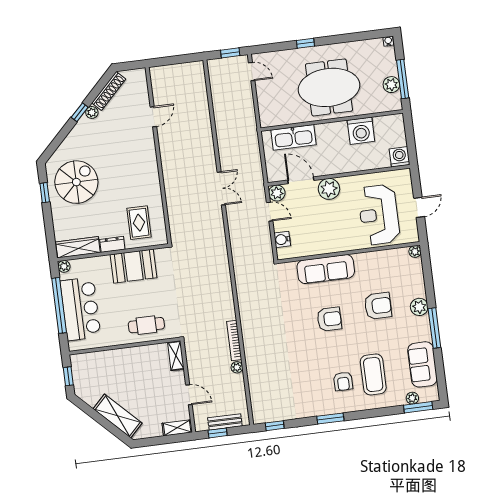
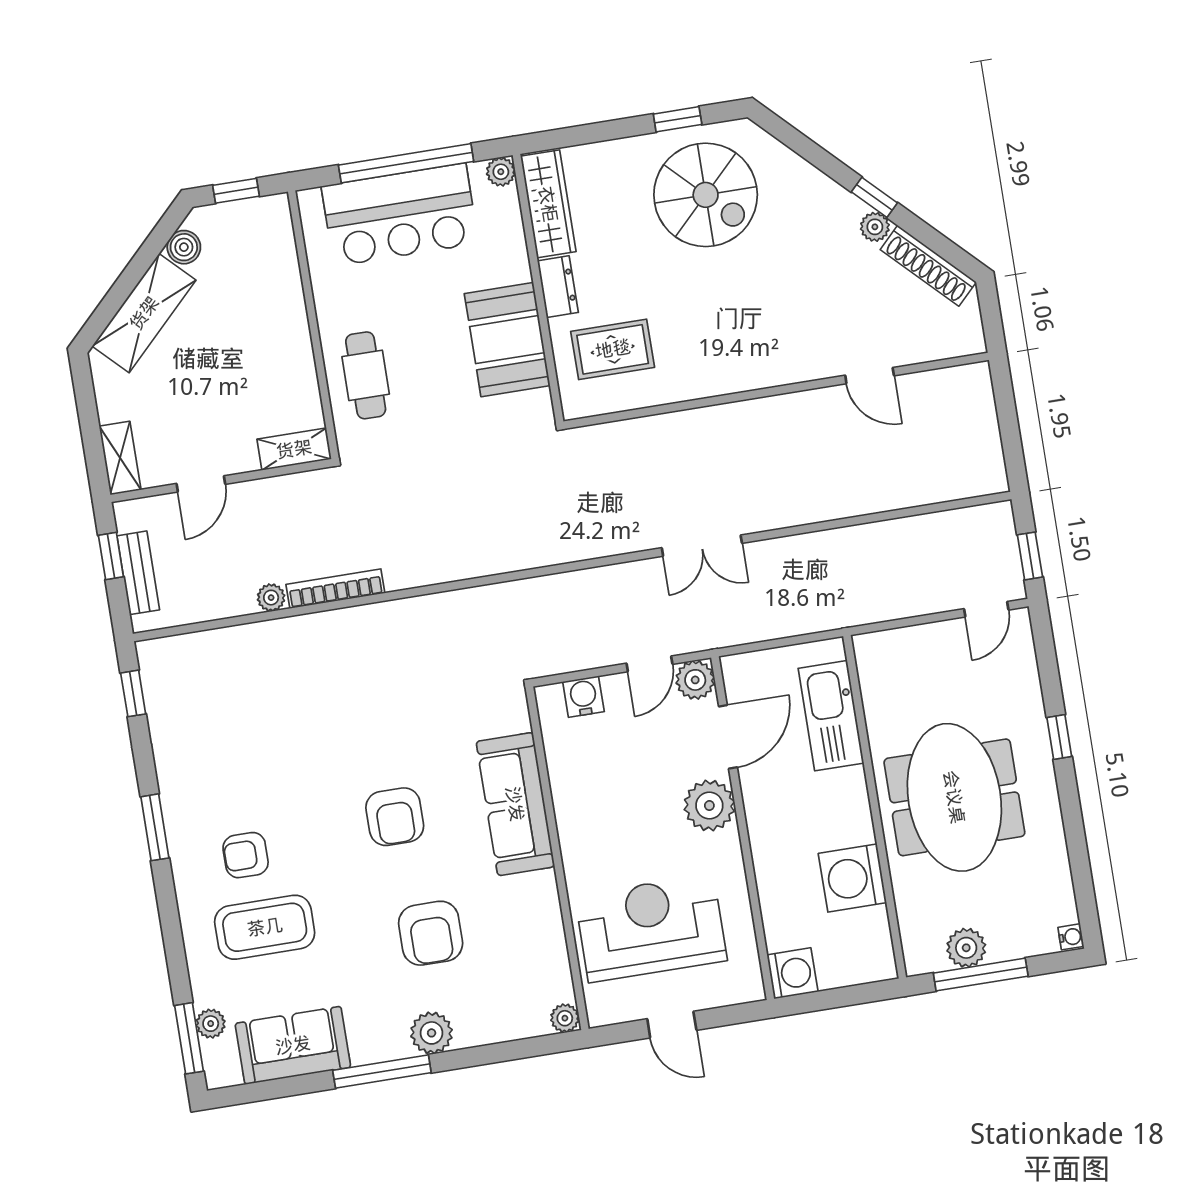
boiler: (91, 399) -> (184, 247), added

